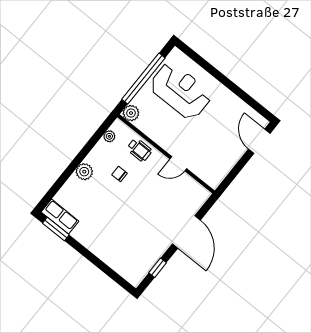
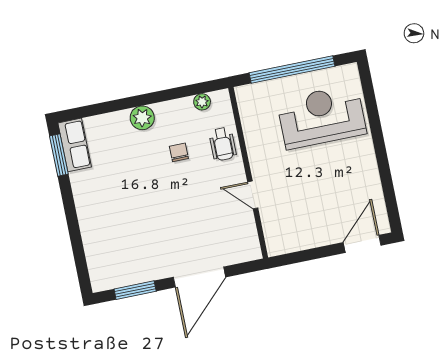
reception desk: (181, 91) -> (322, 117), turned -90
plant: (131, 113) -> (247, 96), removed
window: (158, 268) -> (135, 290), width x1.50

